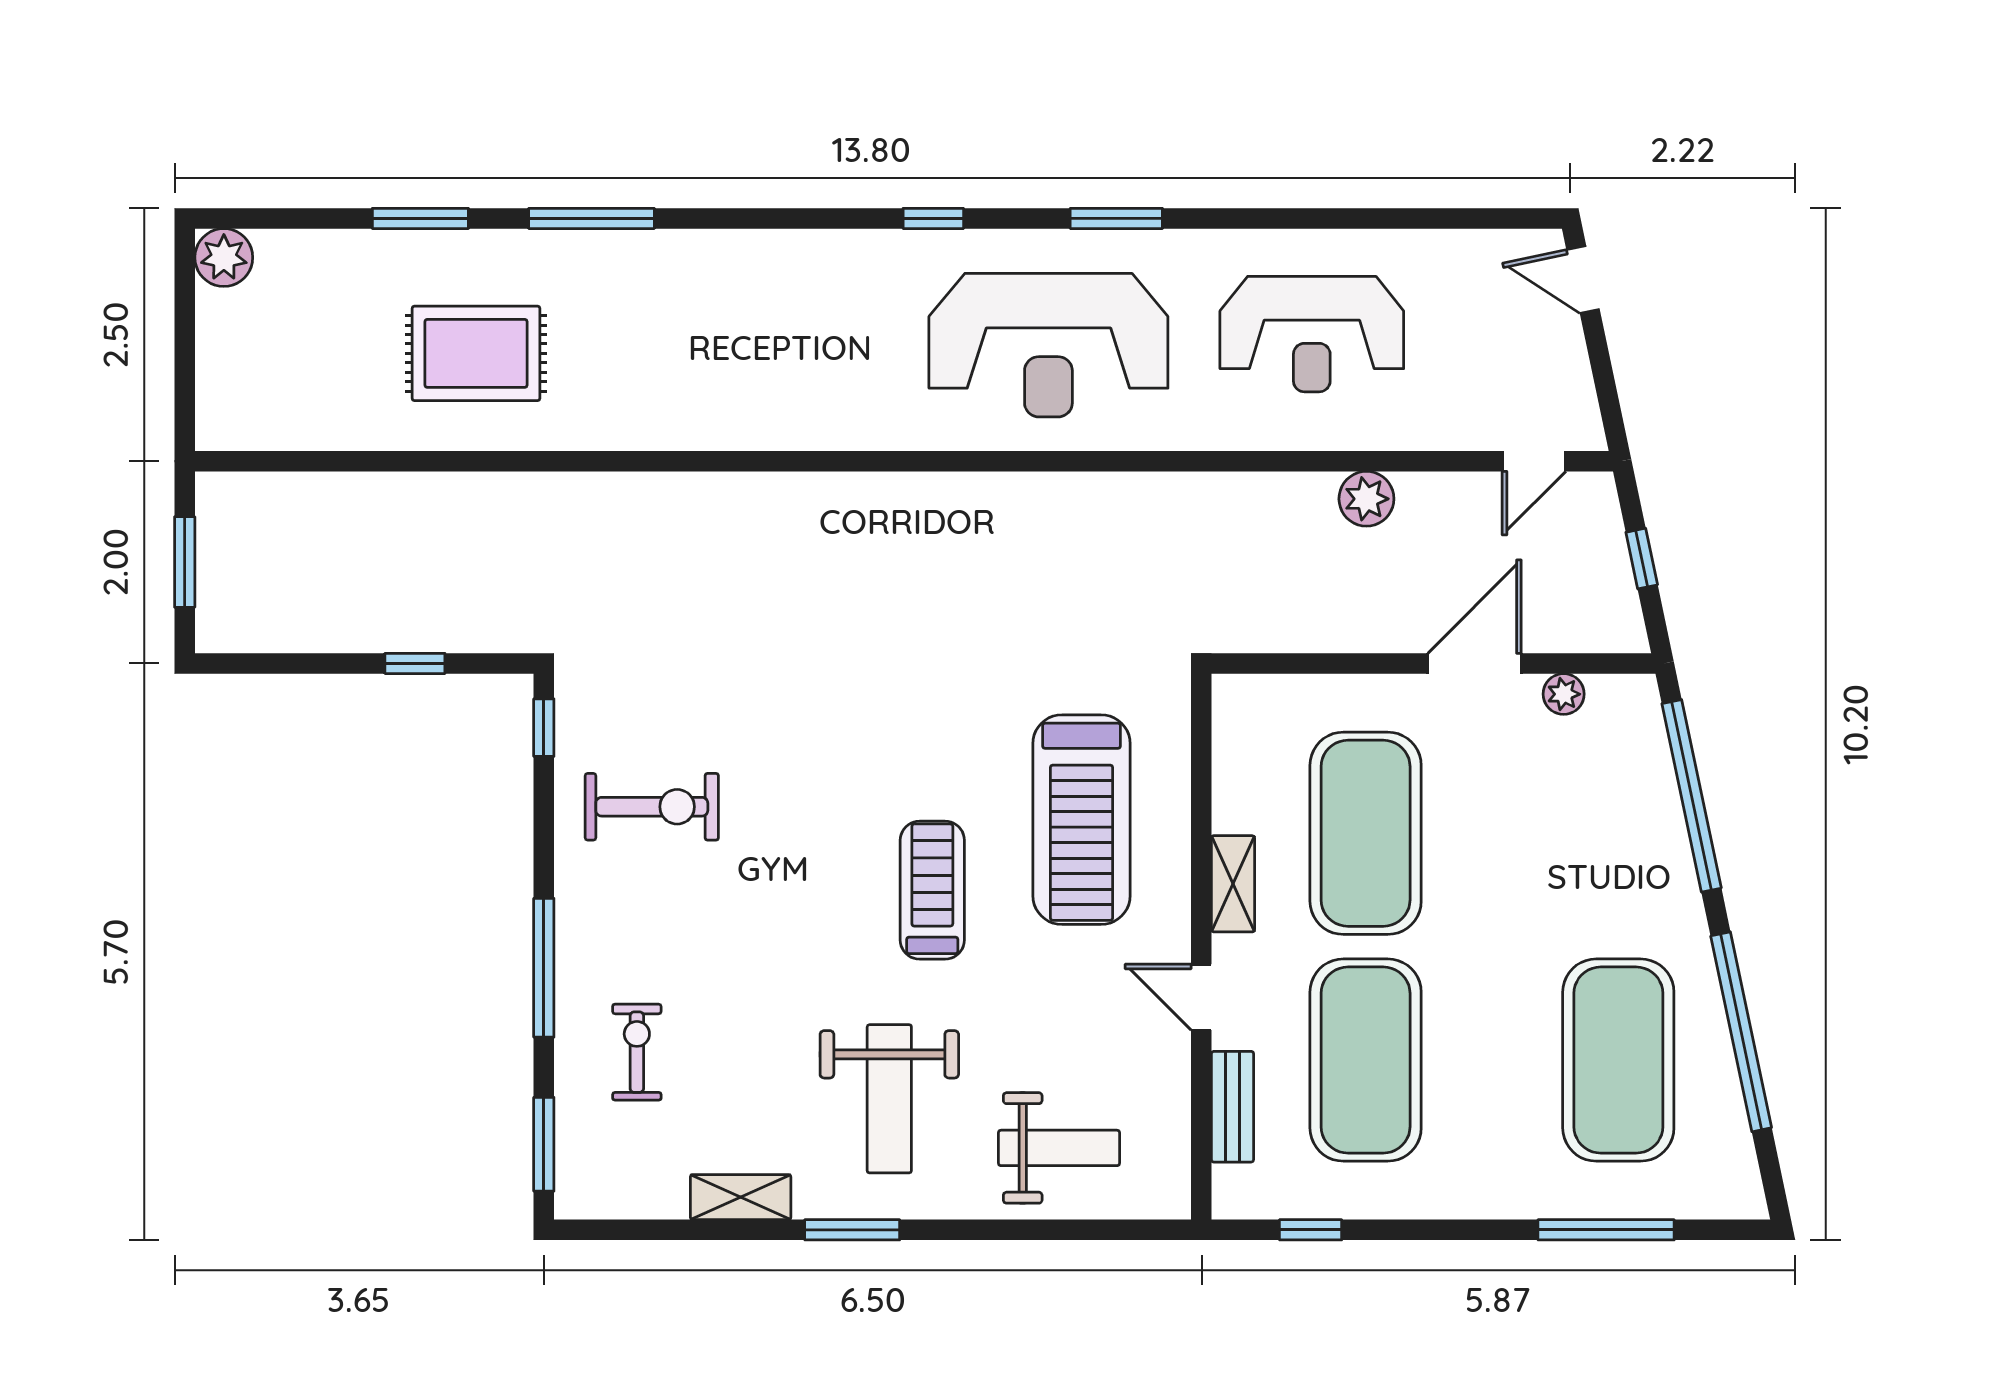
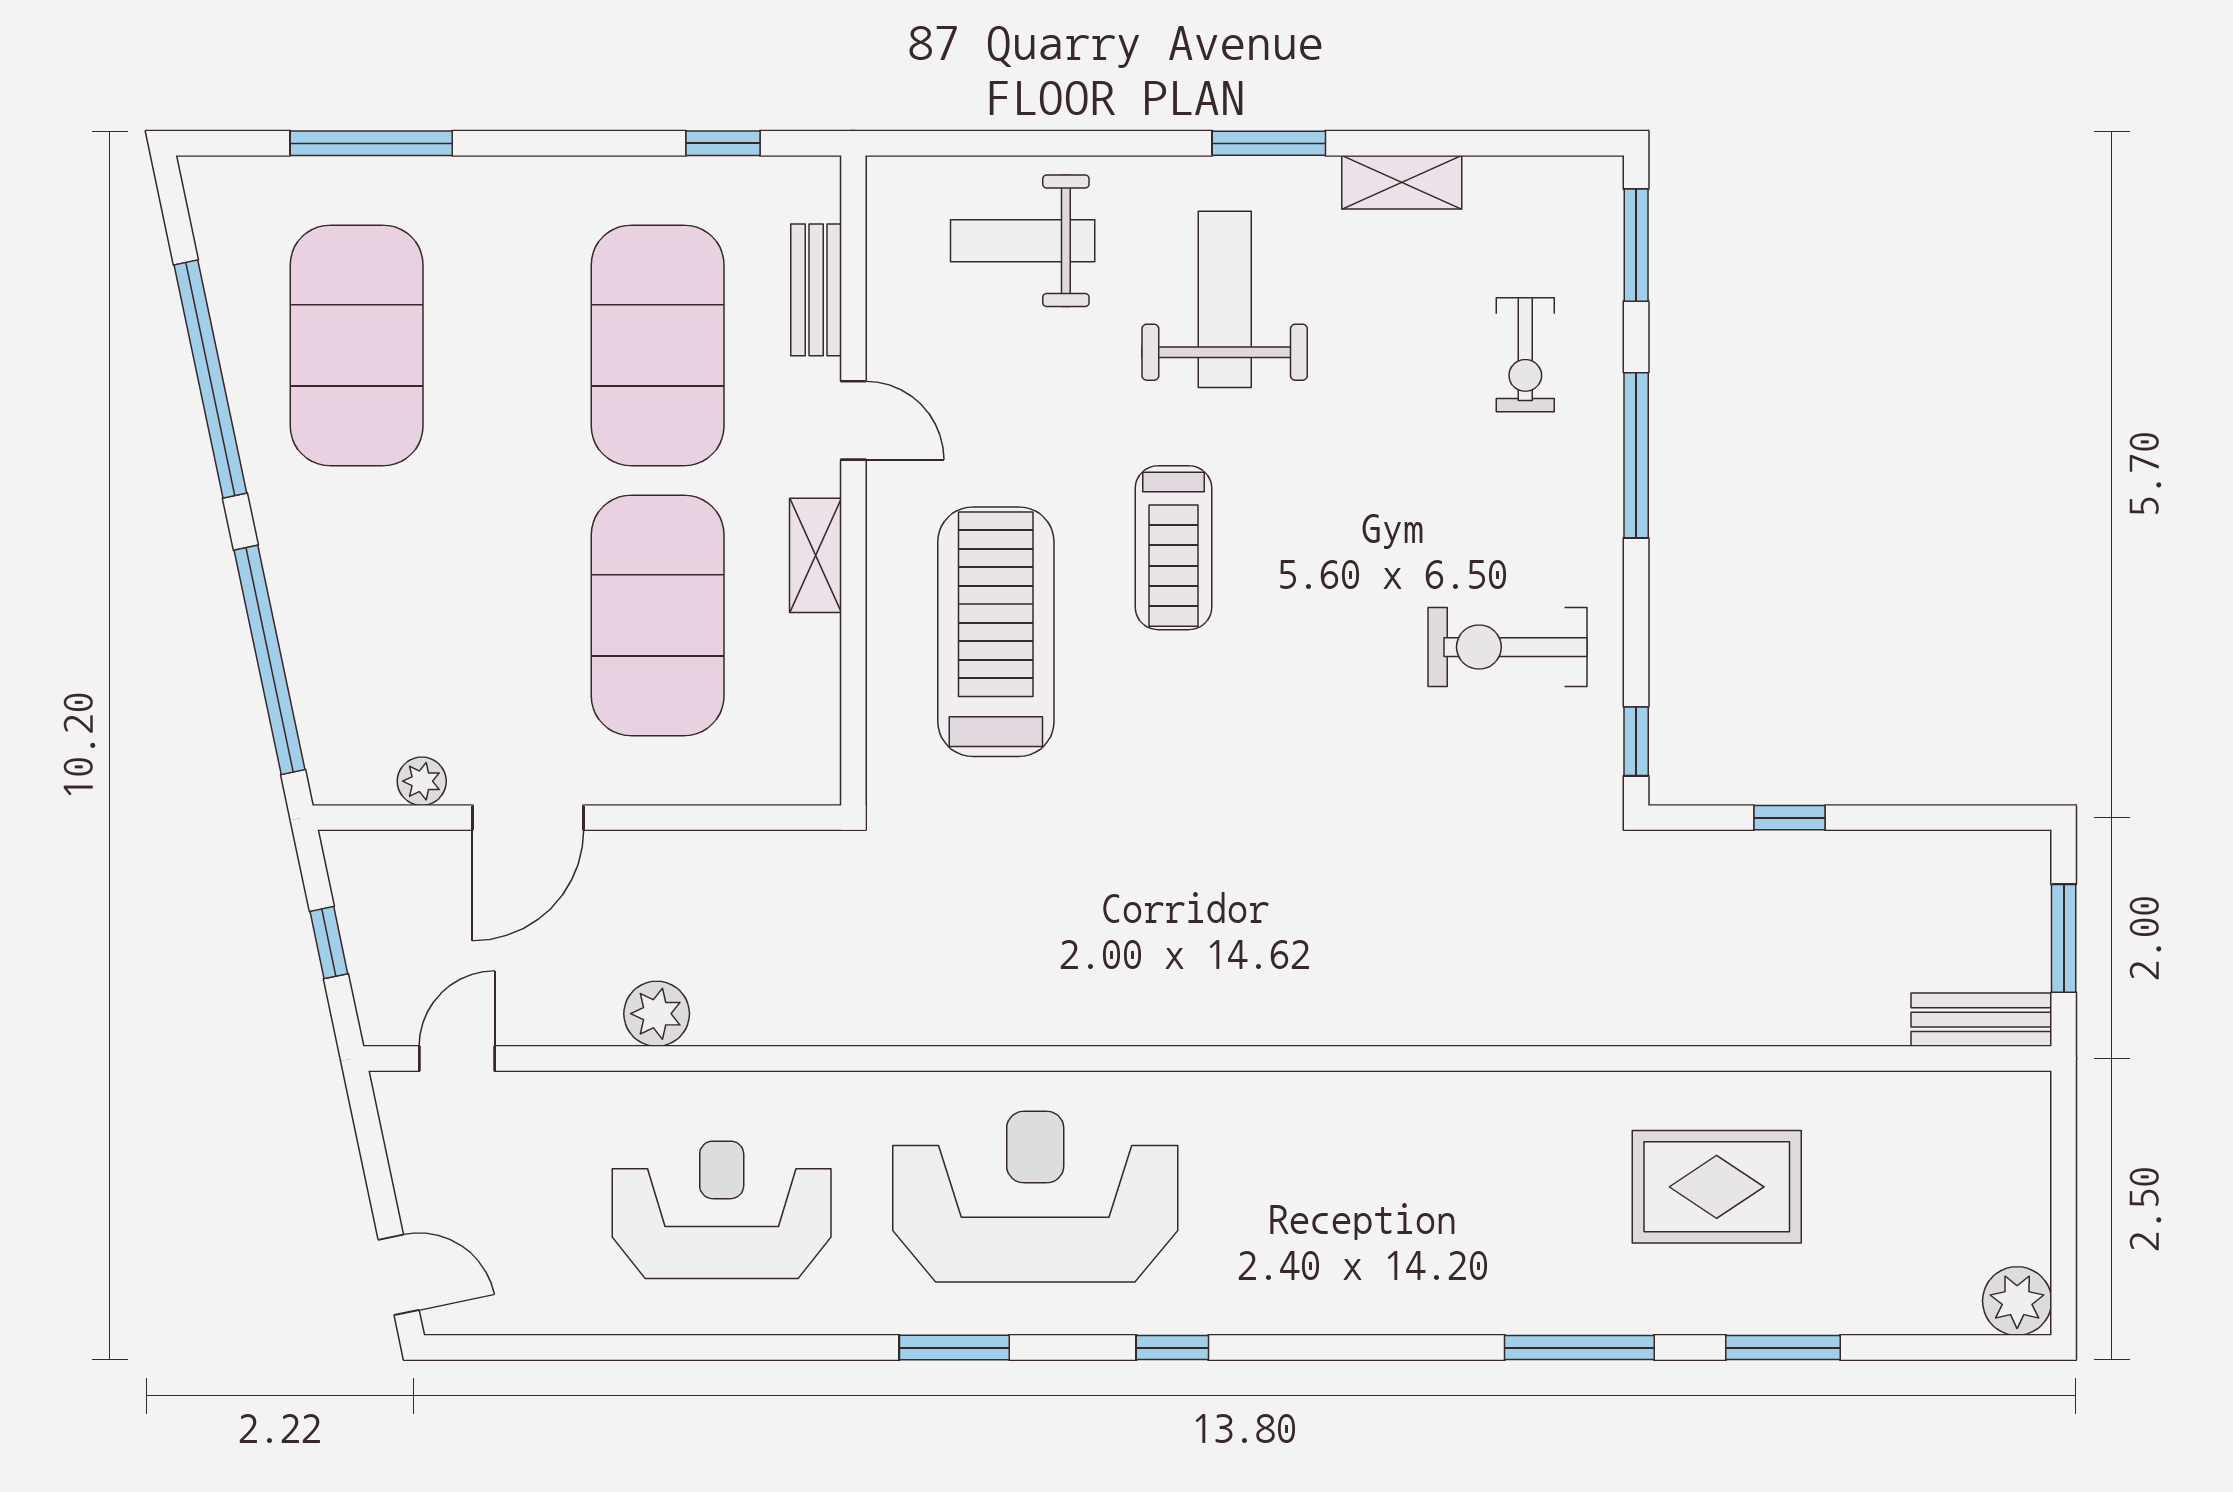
bench: (254, 494) -> (1981, 1020), added

